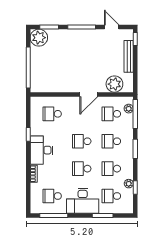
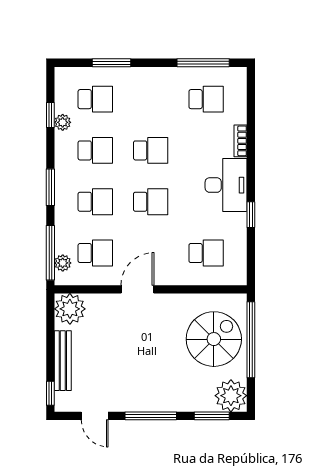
spiral stairs: (48, 68) -> (214, 339), added
plant: (114, 84) -> (70, 309), moved
desk: (83, 201) -> (149, 90), removed

